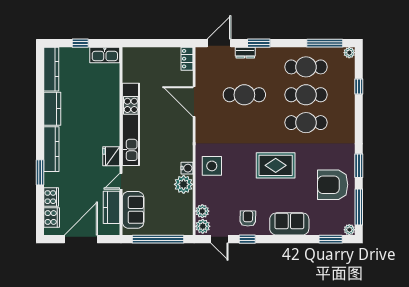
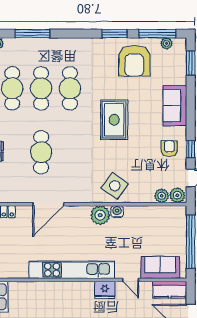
window: (359, 86) -> (32, 34), width x2.17
side table: (212, 166) -> (115, 186), turned 36
plant: (184, 184) -> (100, 215), moved
kitchen counter: (112, 207) -> (170, 290), moved
armchair: (248, 219) -> (169, 149), turned 89
plant: (349, 230) -> (167, 43), moved

